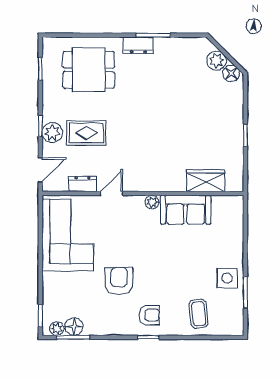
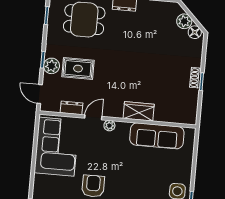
shoe rack: (237, 131) -> (196, 78), added
door: (40, 170) -> (40, 94), swing flipped
wardrobe: (206, 181) -> (139, 111), moved
plant: (152, 202) -> (109, 126), moved
sofa: (186, 210) -> (157, 136), width x1.36

